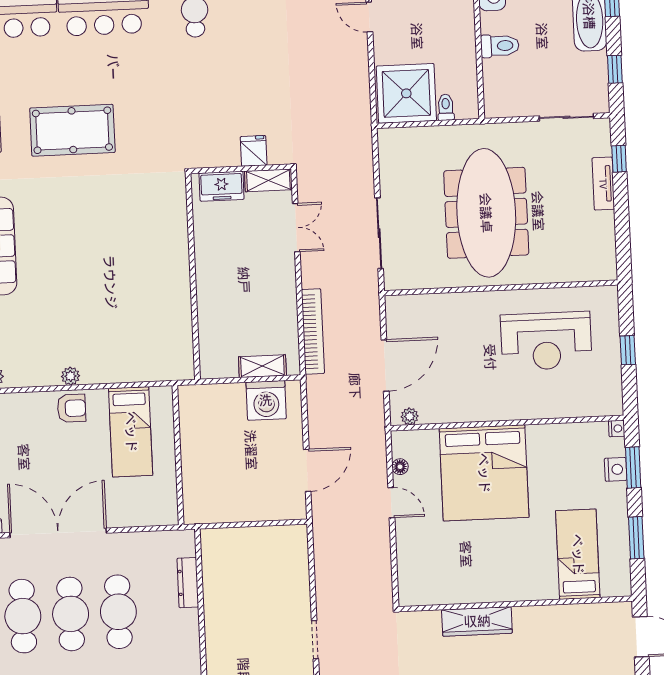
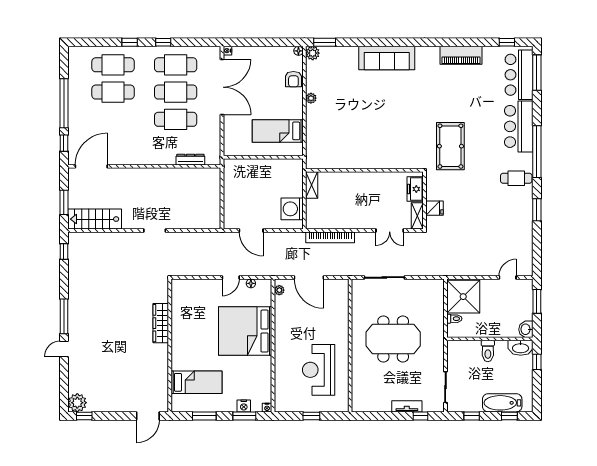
pool table: (72, 130) -> (450, 146), moved
meeting table: (486, 213) -> (393, 339), width x0.73
shelving: (262, 366) -> (312, 185), moved
armchair: (72, 408) -> (293, 79), moved

